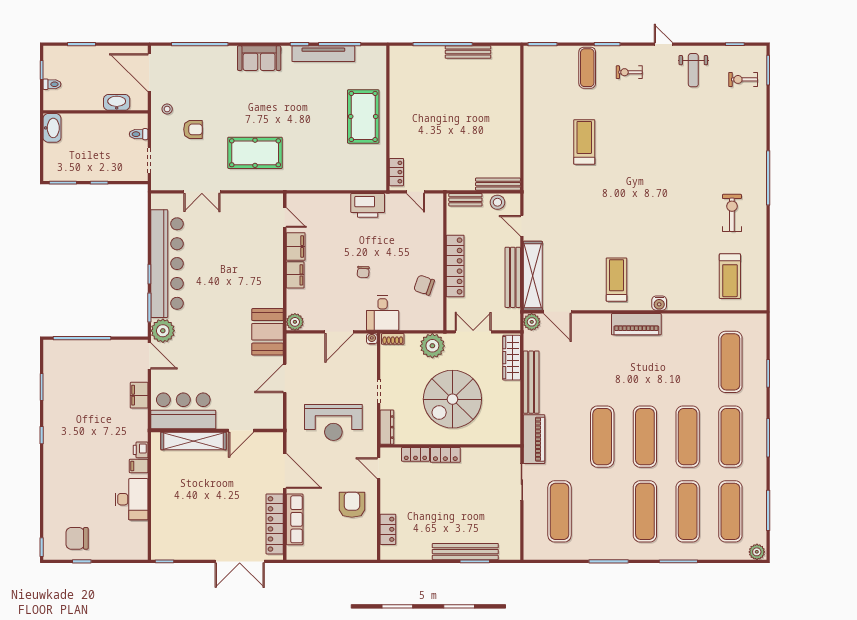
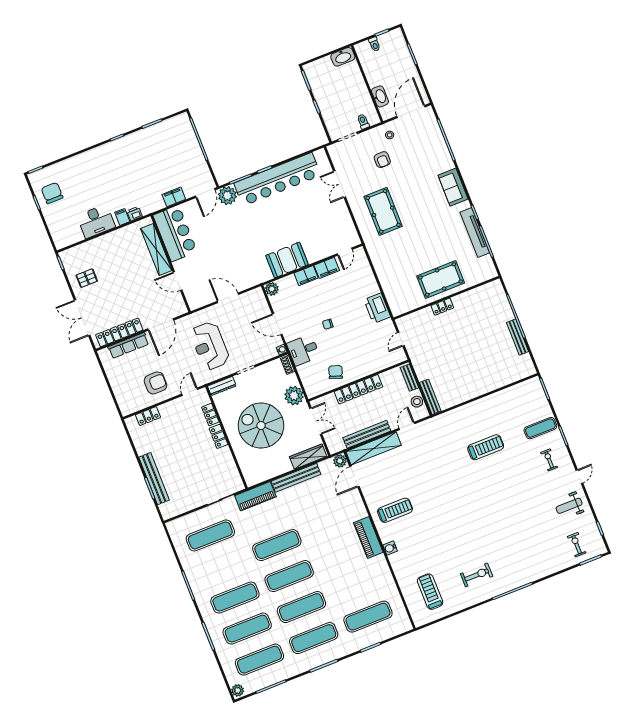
locker: (396, 172) -> (442, 307), moved
treadmill: (730, 276) -> (430, 592), turned 90
booth: (268, 332) -> (287, 260), moved
pallet: (195, 537) -> (87, 278), added

